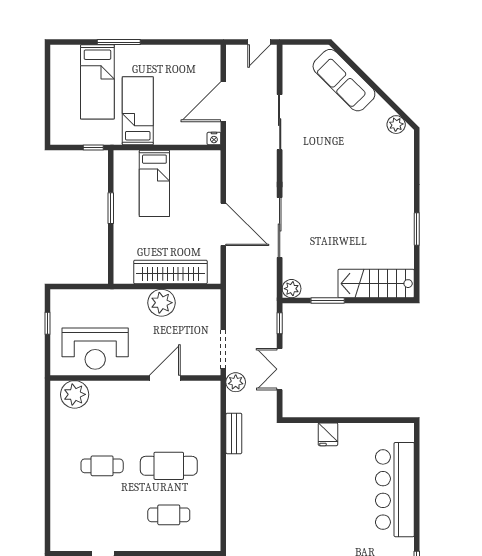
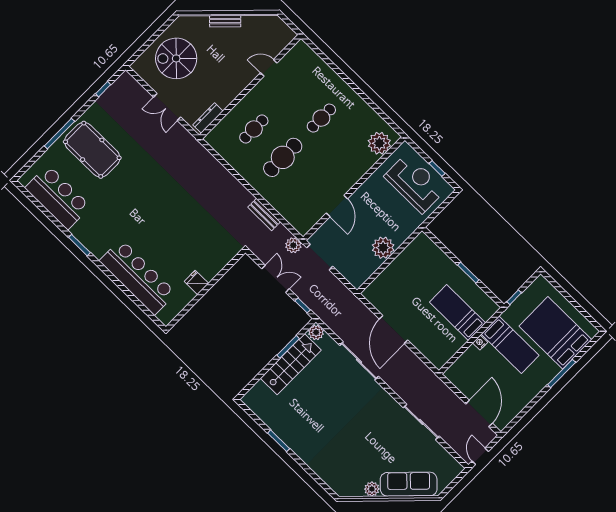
bed: (97, 82) -> (555, 333), width x1.50
door: (223, 102) -> (479, 414), moved
plant: (396, 125) -> (372, 489), moved
nightstand: (214, 139) -> (480, 343), moved
door: (223, 224) -> (393, 330), hinge flipped
wardrobe: (170, 272) -> (396, 271), removed
stairs: (376, 284) -> (291, 364), moved
reception desk: (95, 349) -> (415, 183), moved, turned 90
fridge: (328, 434) -> (196, 282), moved

